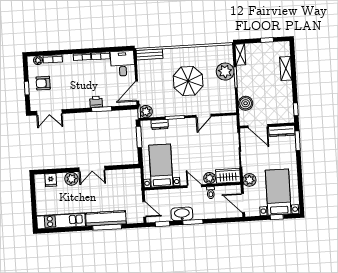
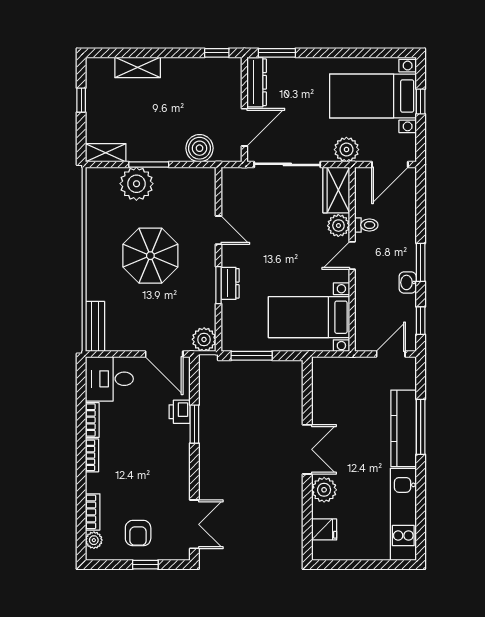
printer: (96, 102) -> (180, 412), moved
dresser: (160, 124) -> (230, 283), moved
washbasin: (182, 214) -> (408, 282), width x0.52, depth x0.69

